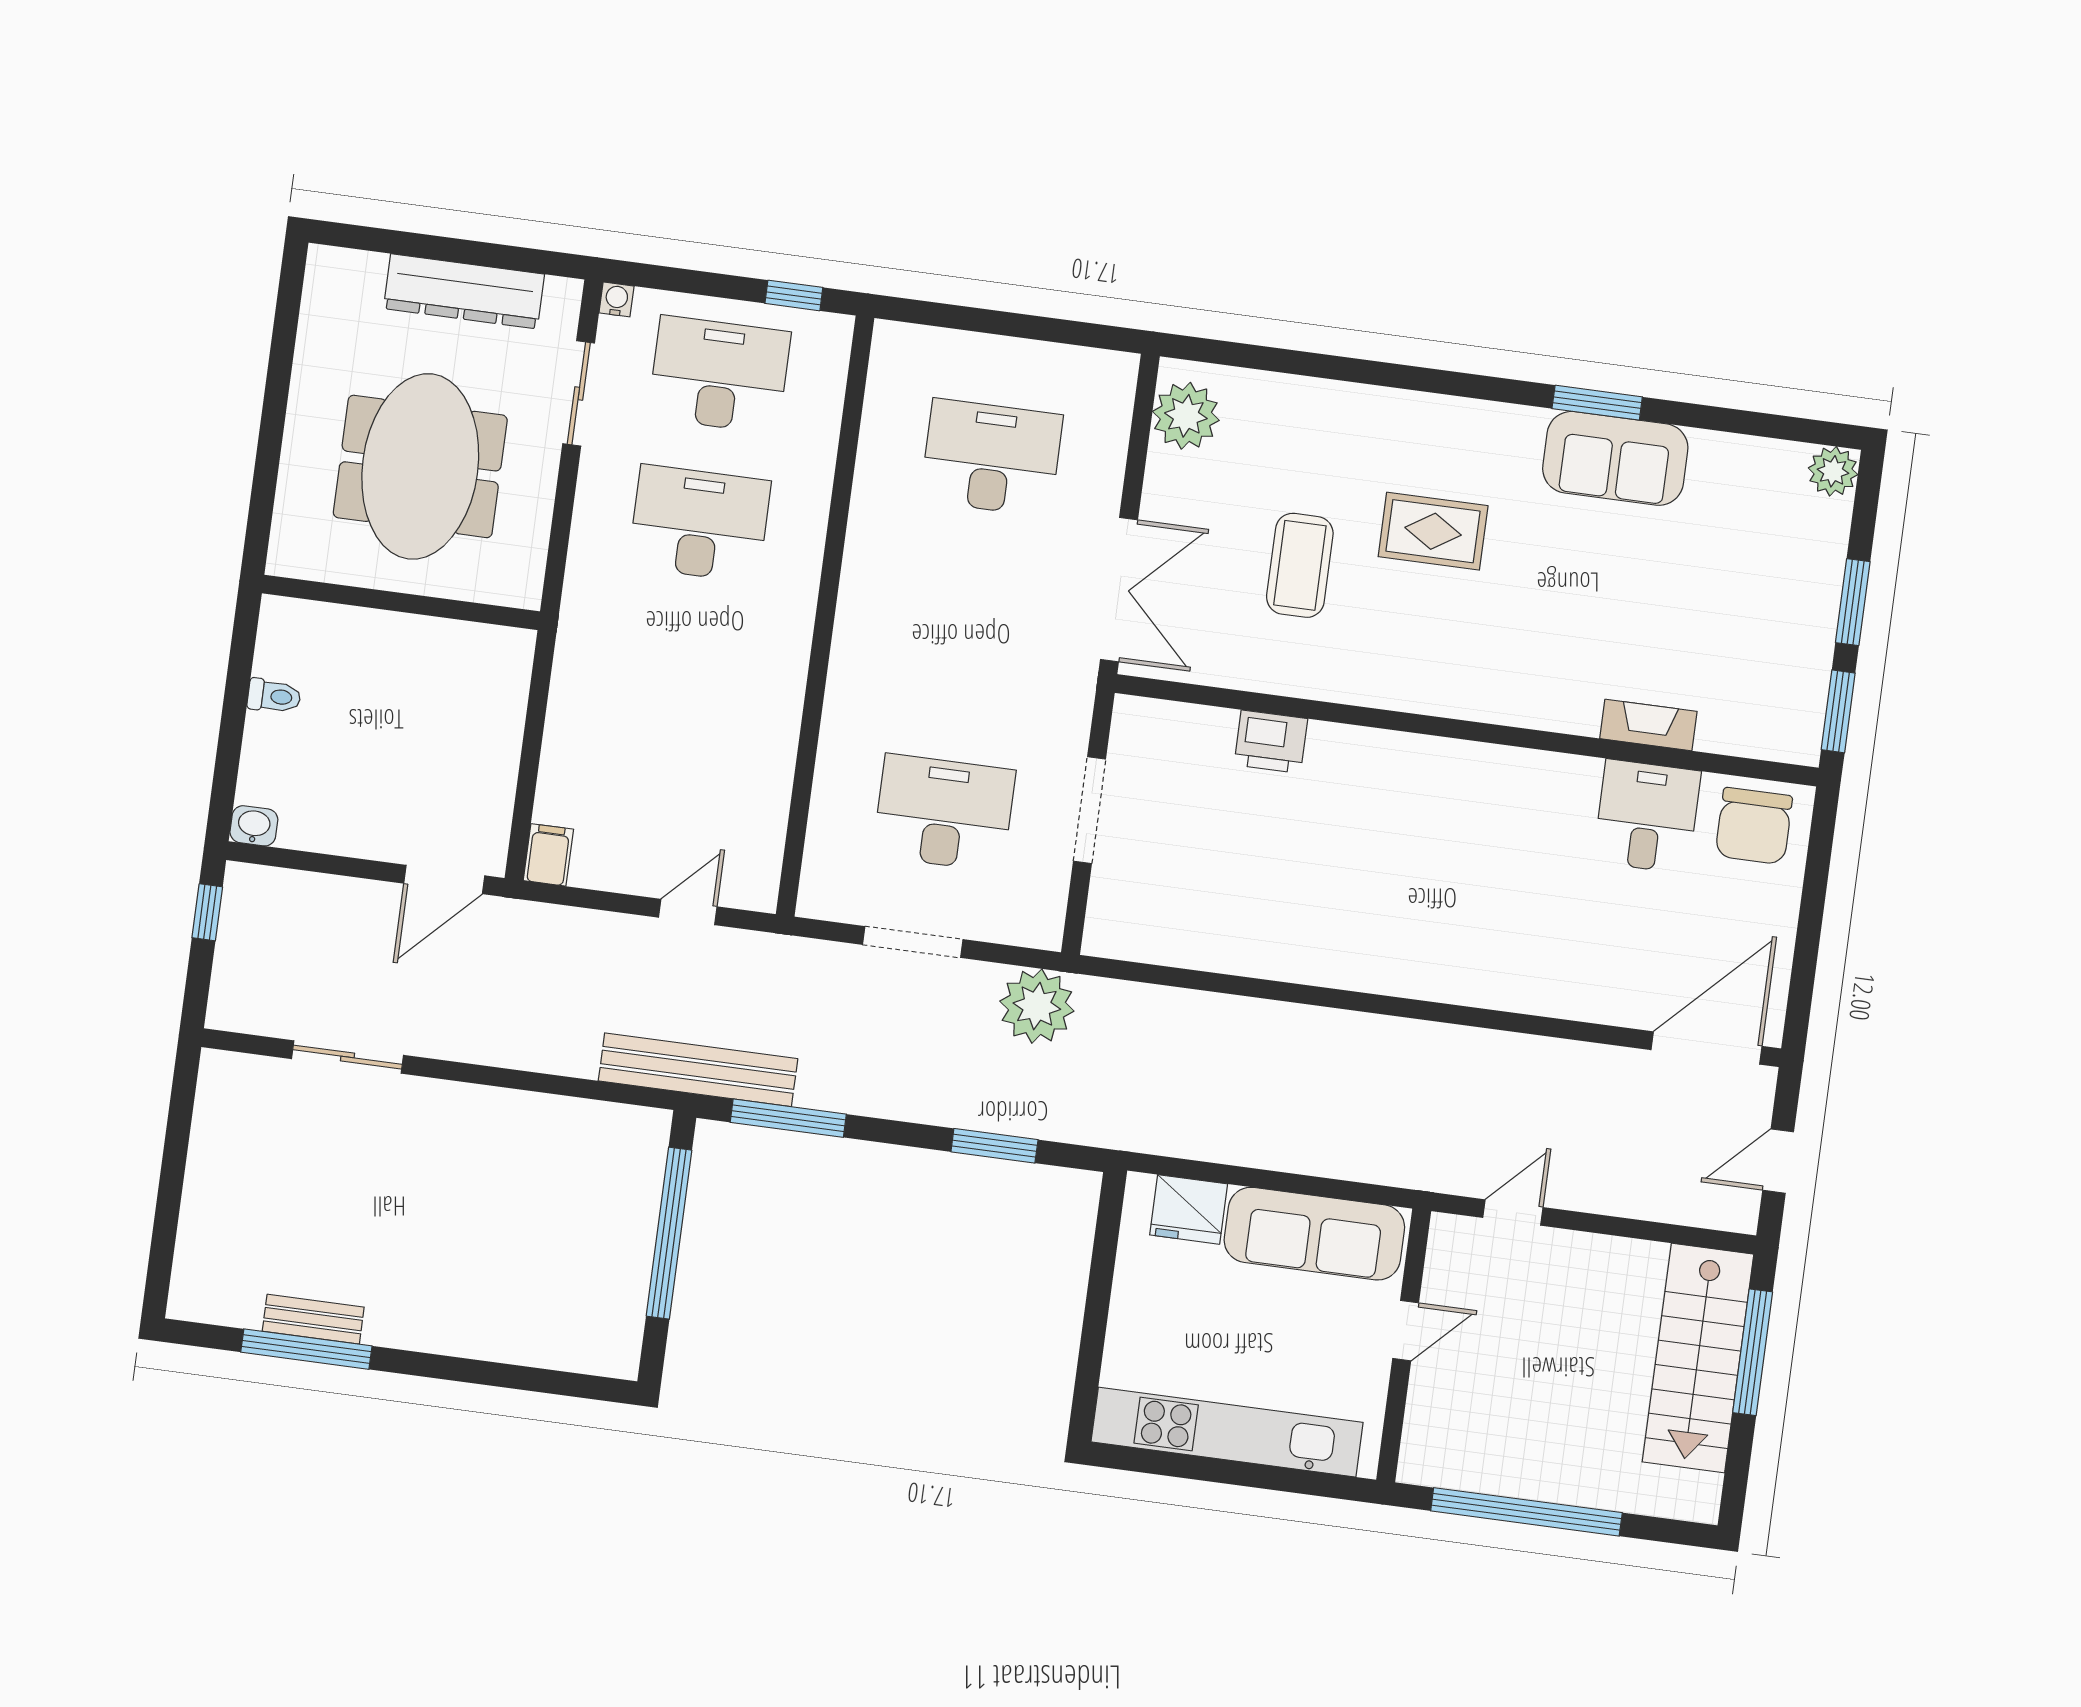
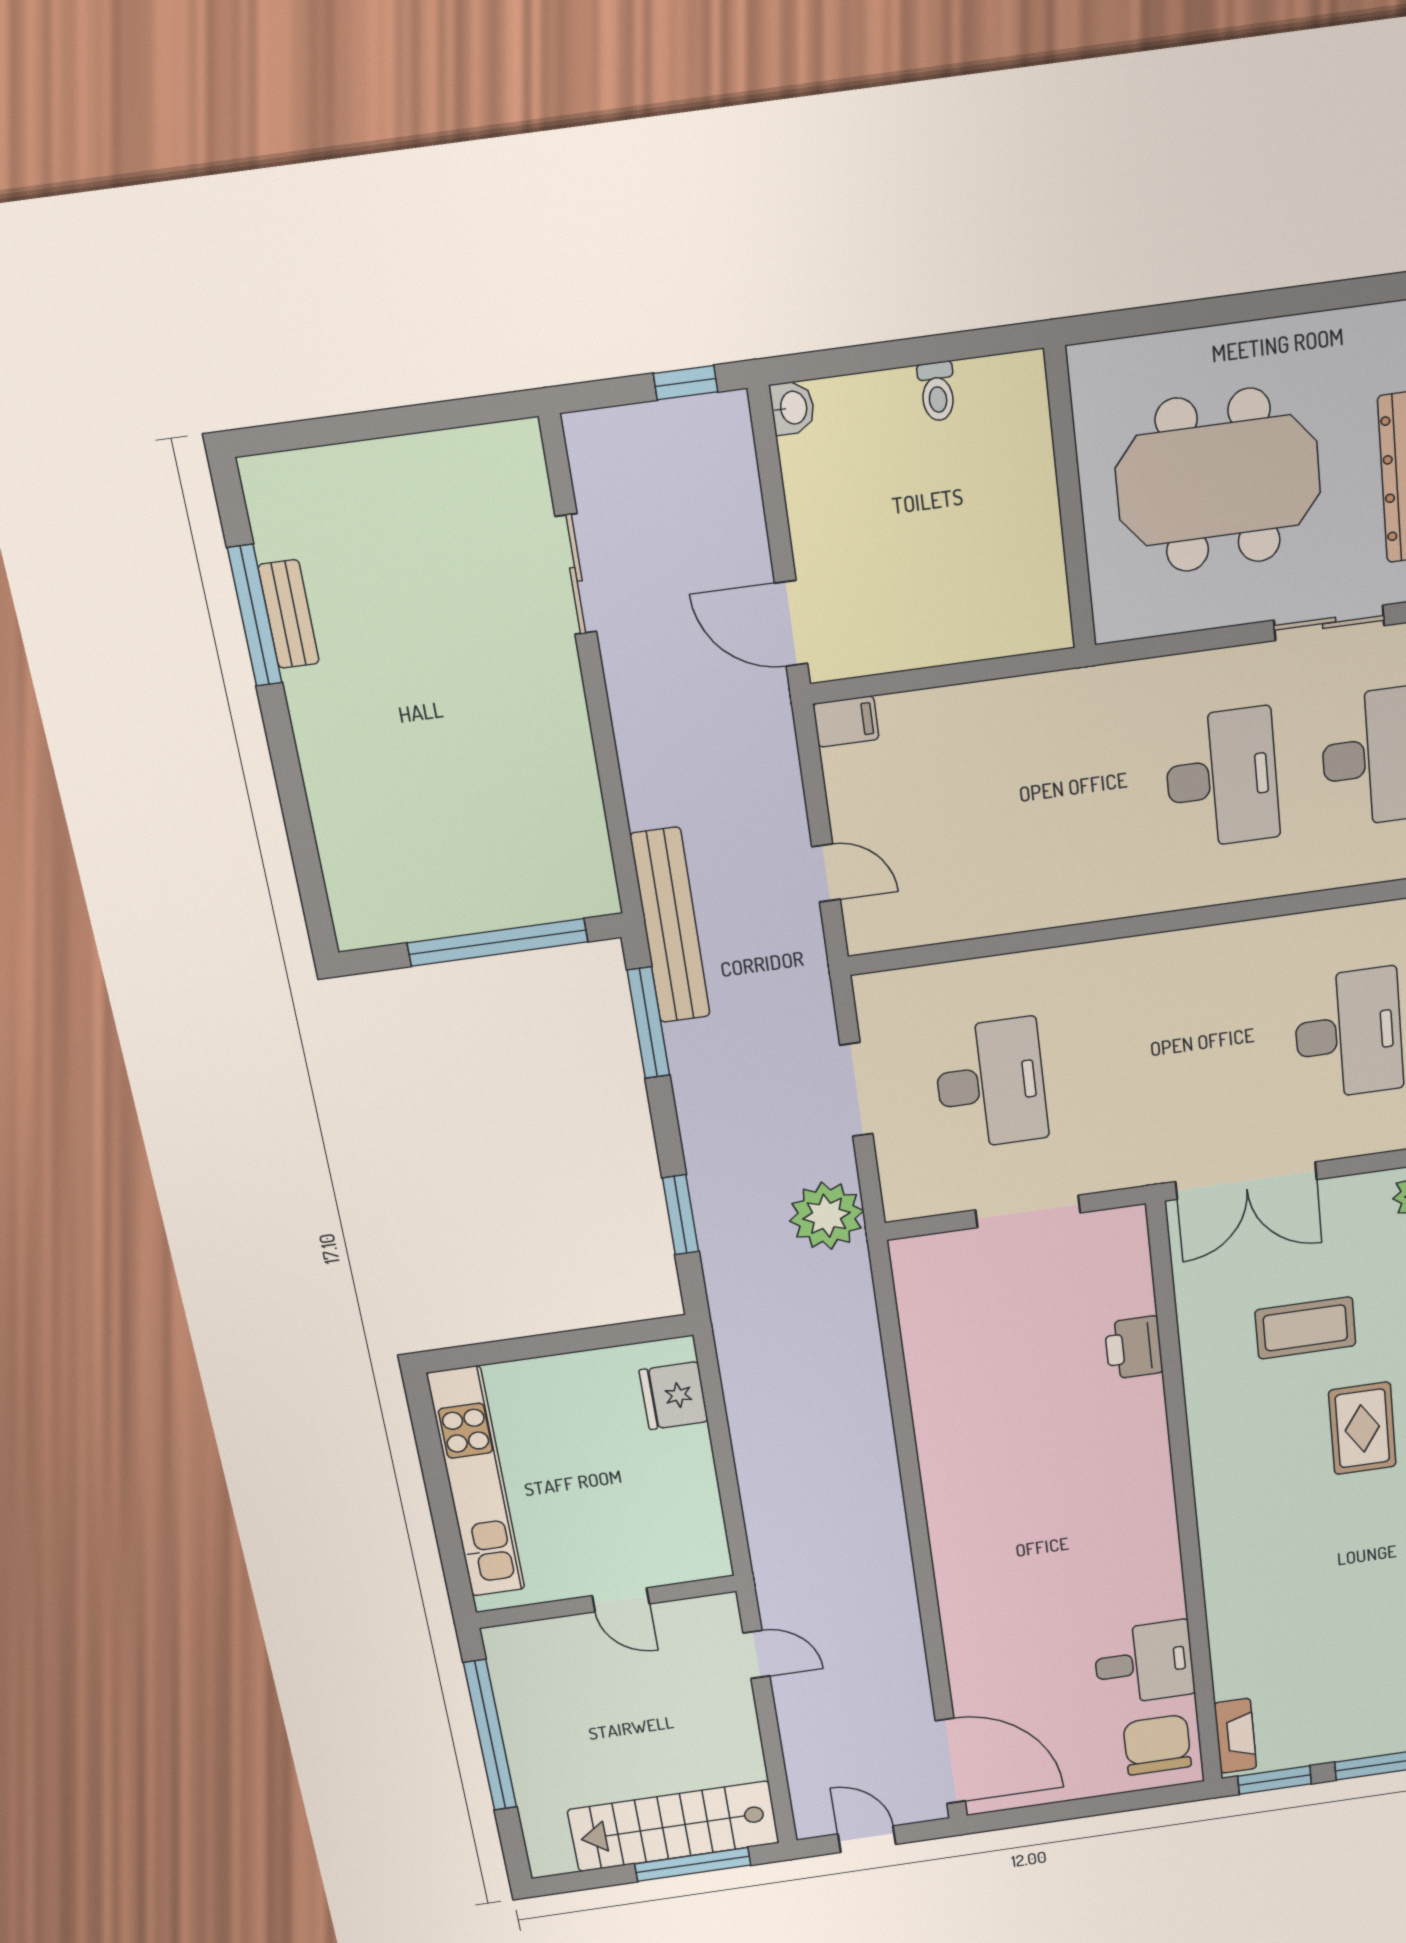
fireplace: (1648, 725) -> (1235, 1736), moved
chair: (1754, 826) -> (1157, 1745), turned 90
sofa: (1314, 1234) -> (685, 1504), removed

